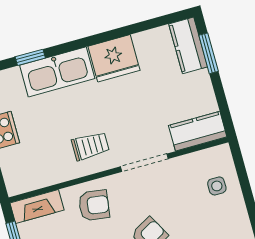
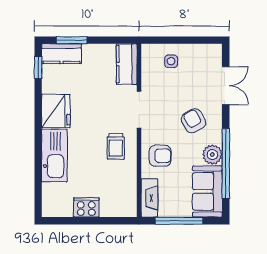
window: (30, 57) -> (38, 67), moved
trolley: (90, 146) -> (116, 146), turned 180
armchair: (94, 205) -> (160, 156), turned 82

